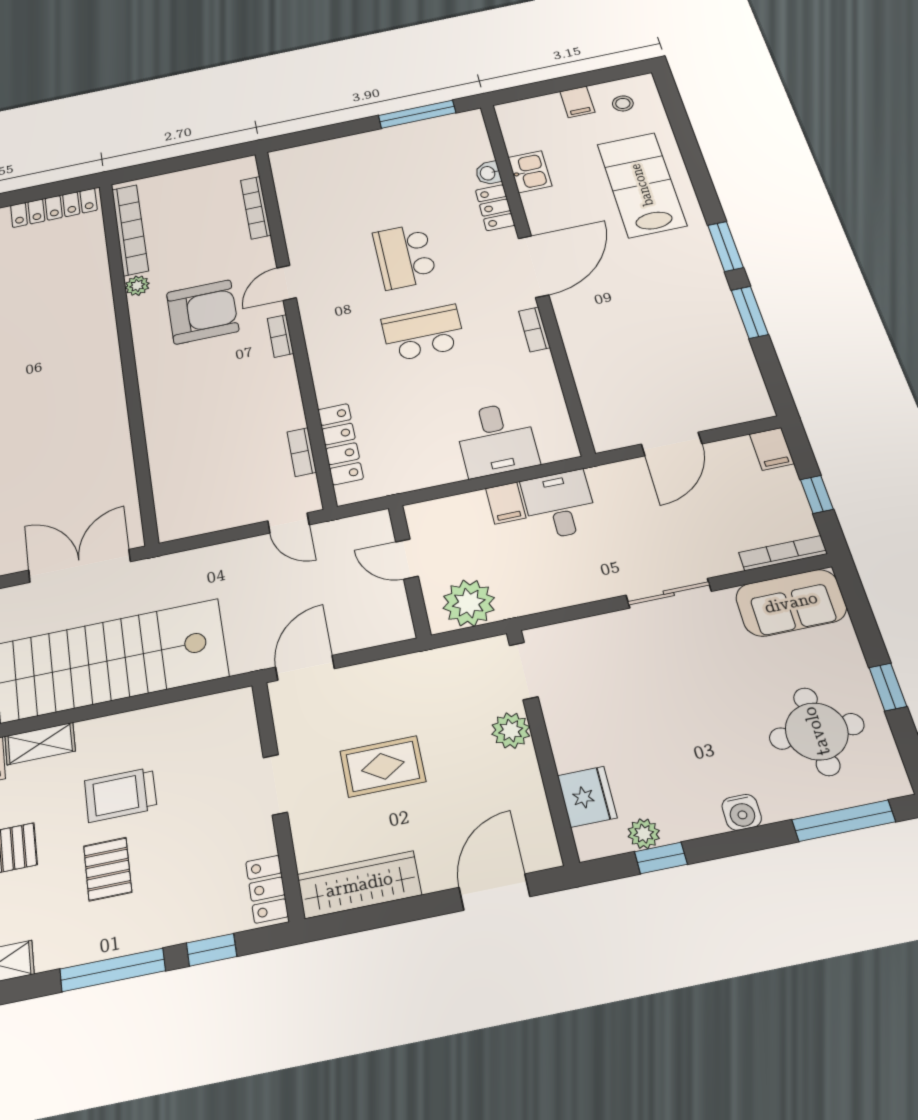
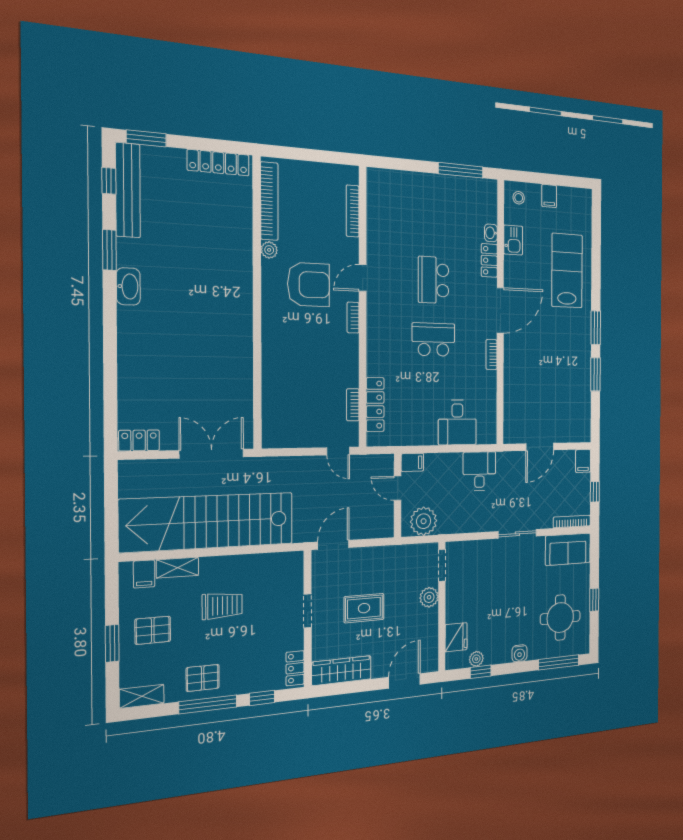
stool: (623, 103) -> (519, 198), moved
filing cabinet: (506, 503) -> (412, 462), moved, turned -90
trolley: (121, 795) -> (222, 606), turned 180
pallet: (108, 869) -> (203, 678), moved, turned 90

